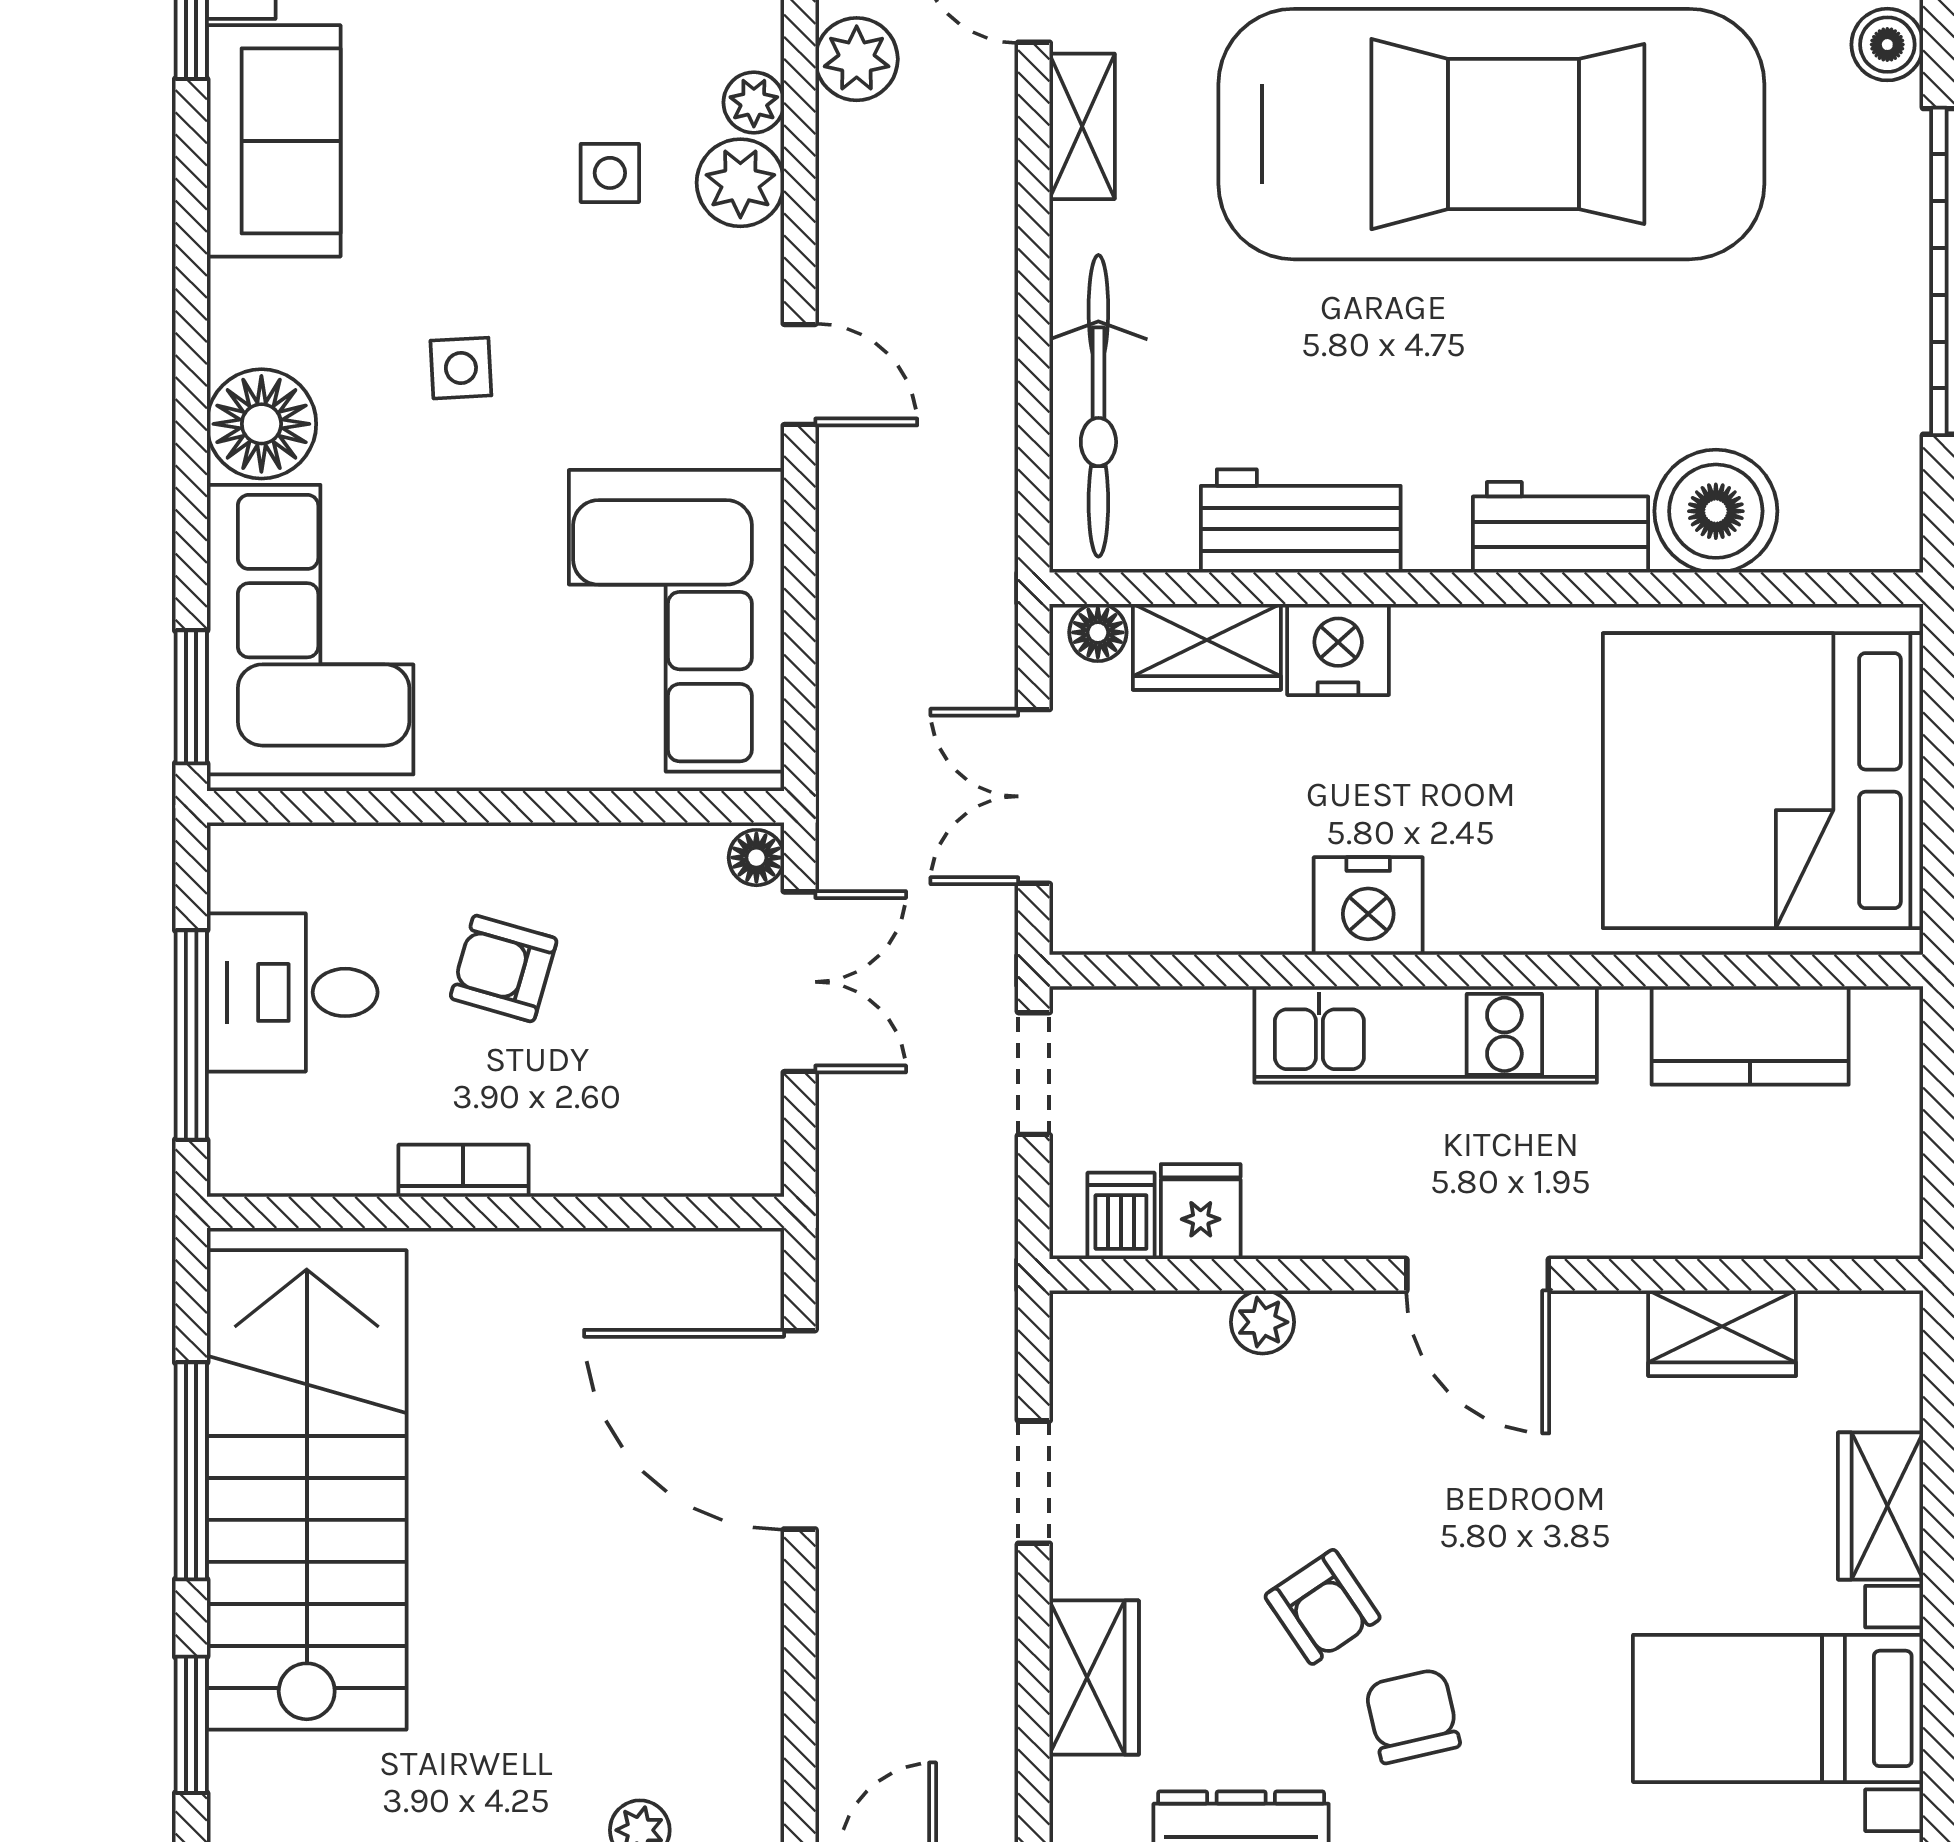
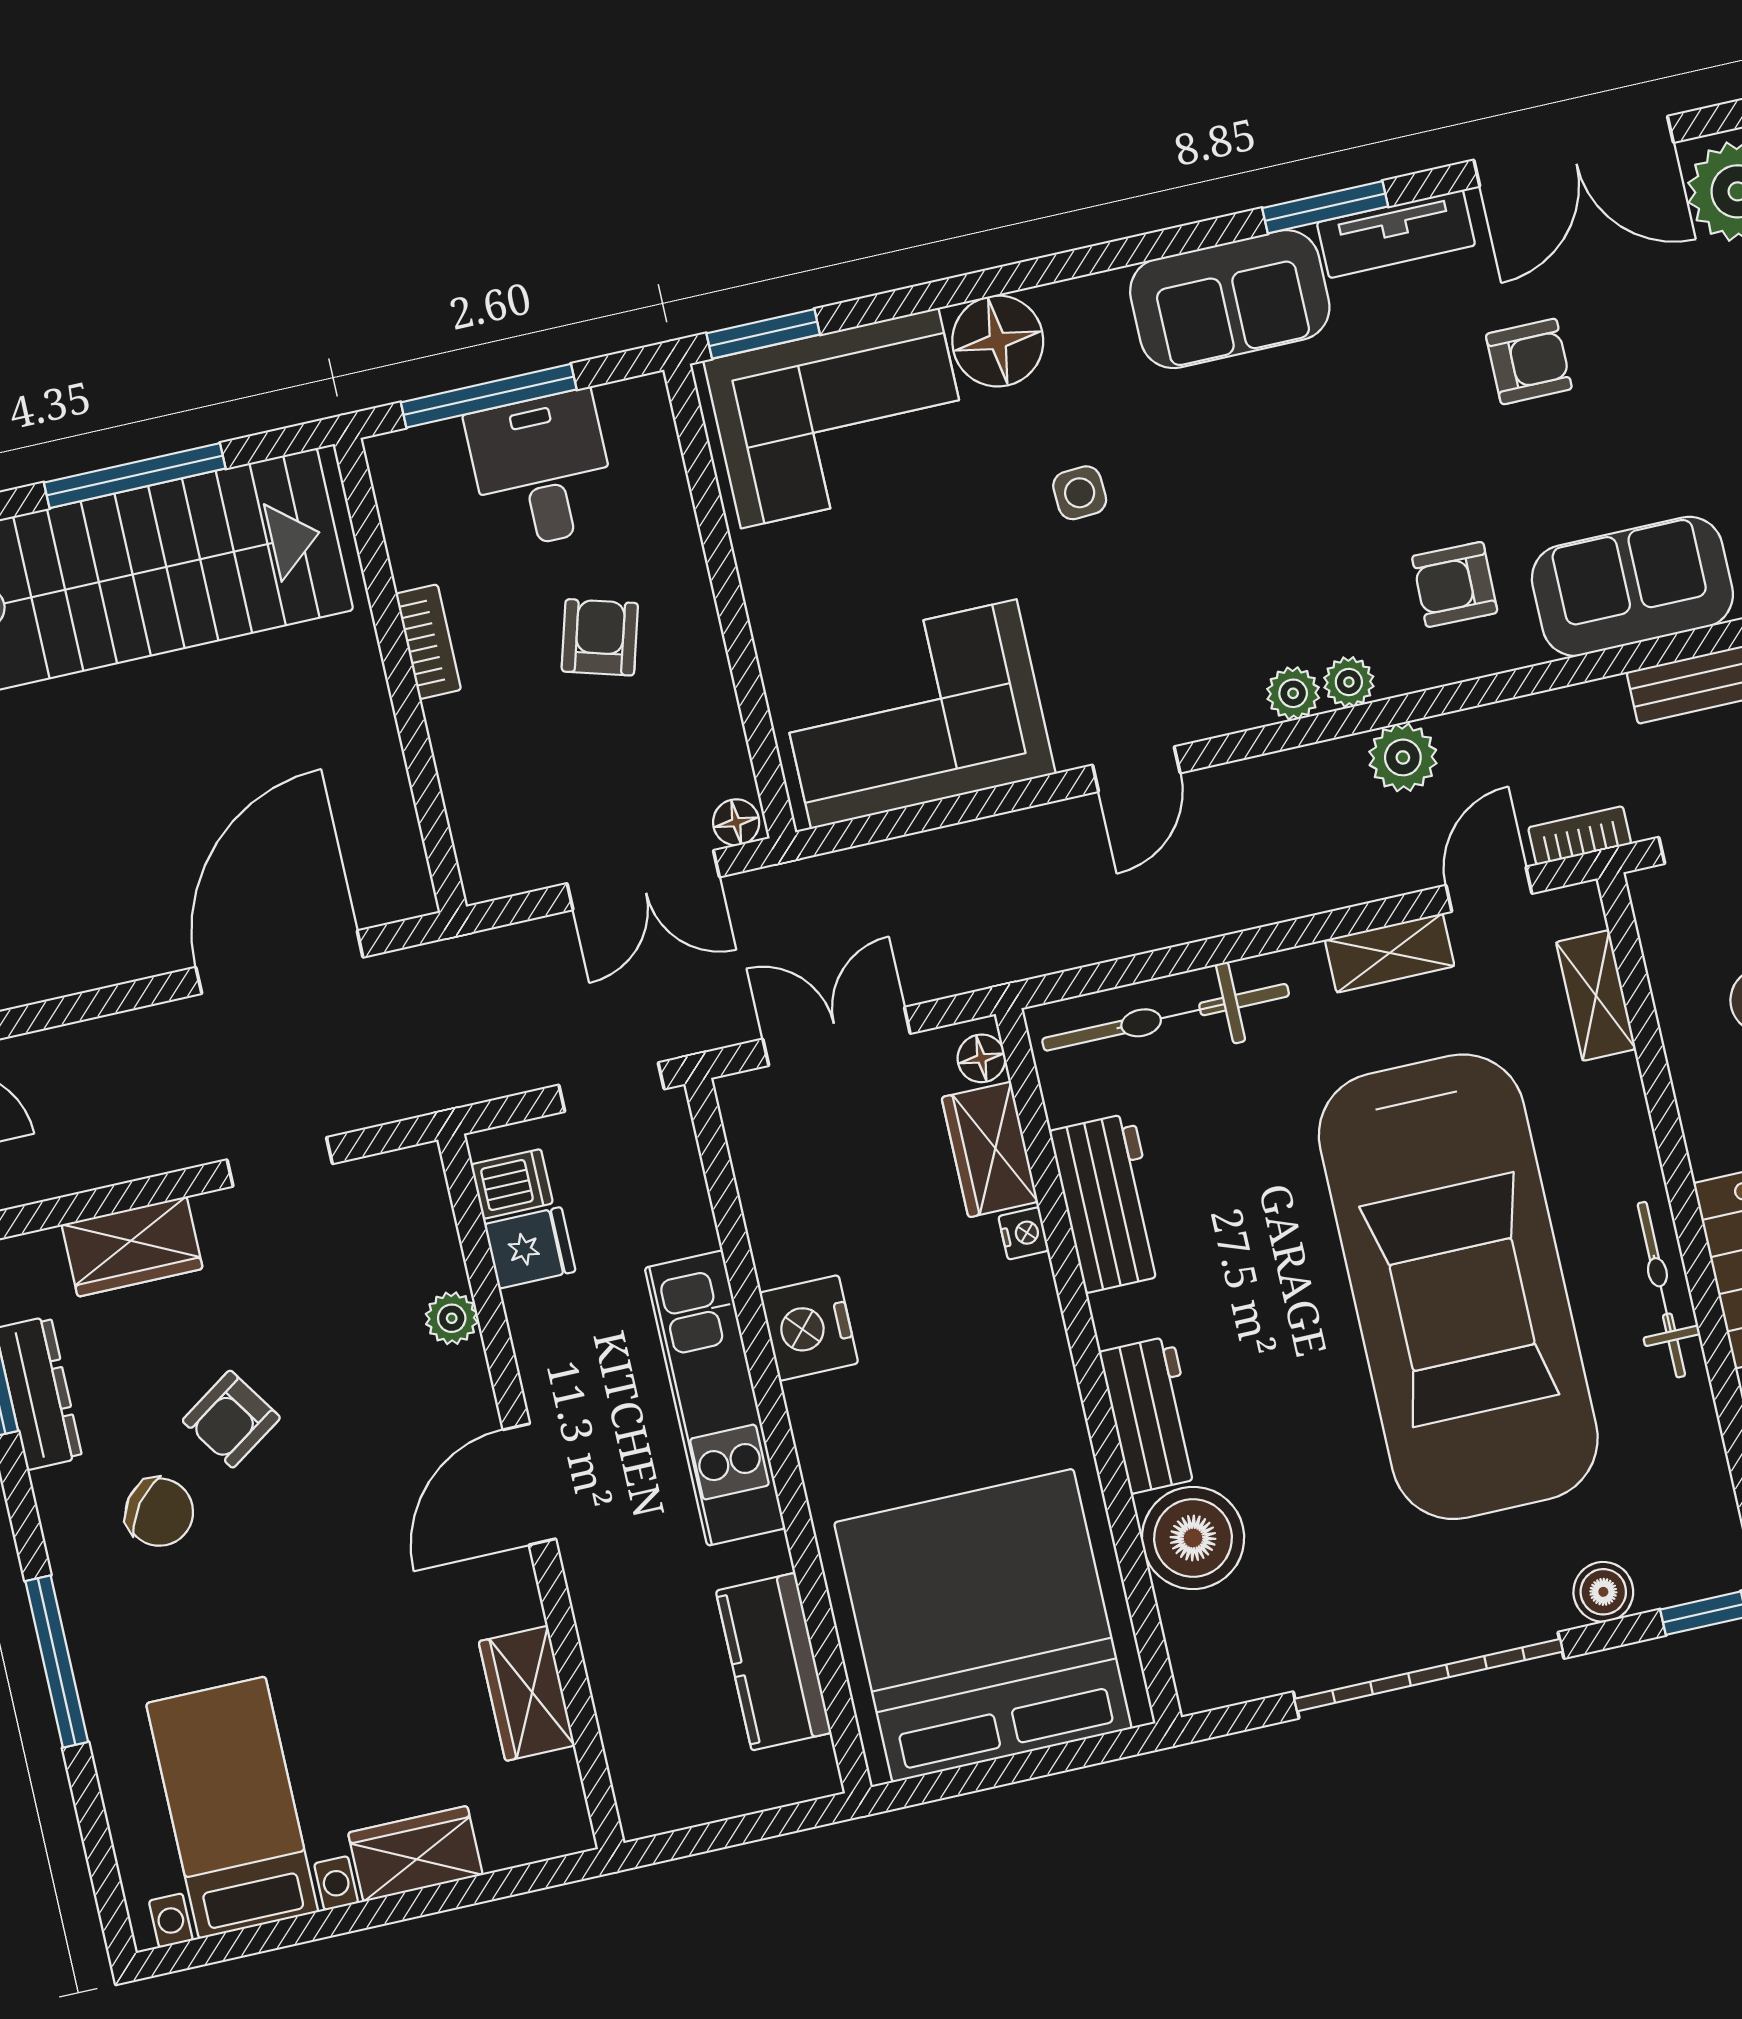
side table: (610, 173) -> (1265, 578), removed
plant: (740, 183) -> (1293, 693), width x0.73, depth x0.73
nightstand: (1338, 649) -> (1024, 1233), width x0.53, depth x0.56
chair: (1412, 1716) -> (159, 1512), turned 50

